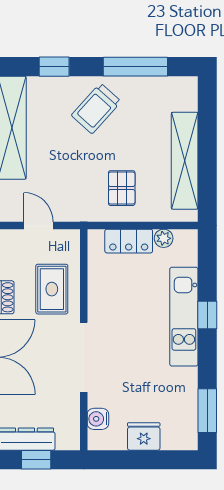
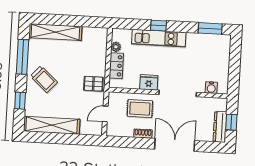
shelving: (185, 161) -> (55, 32), moved
pallet: (122, 188) -> (93, 84), moved
fridge: (144, 436) -> (149, 82), moved, turned 90

